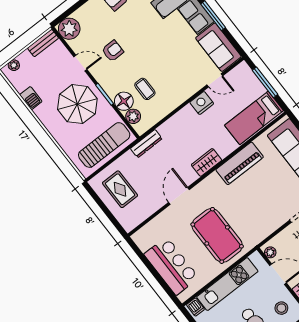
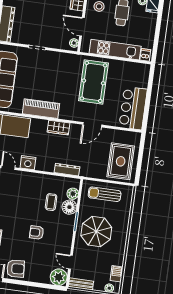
armchair: (113, 51) -> (37, 233), moved
door: (80, 63) -> (70, 262), moved
barbecue: (31, 98) -> (117, 274), moved
dresser: (146, 144) -> (67, 170), moved
sun lounger: (104, 145) -> (105, 194), width x0.73, depth x0.75
rug: (120, 189) -> (121, 161), width x1.36, depth x1.43
bar counter: (171, 266) -> (133, 108), moved

